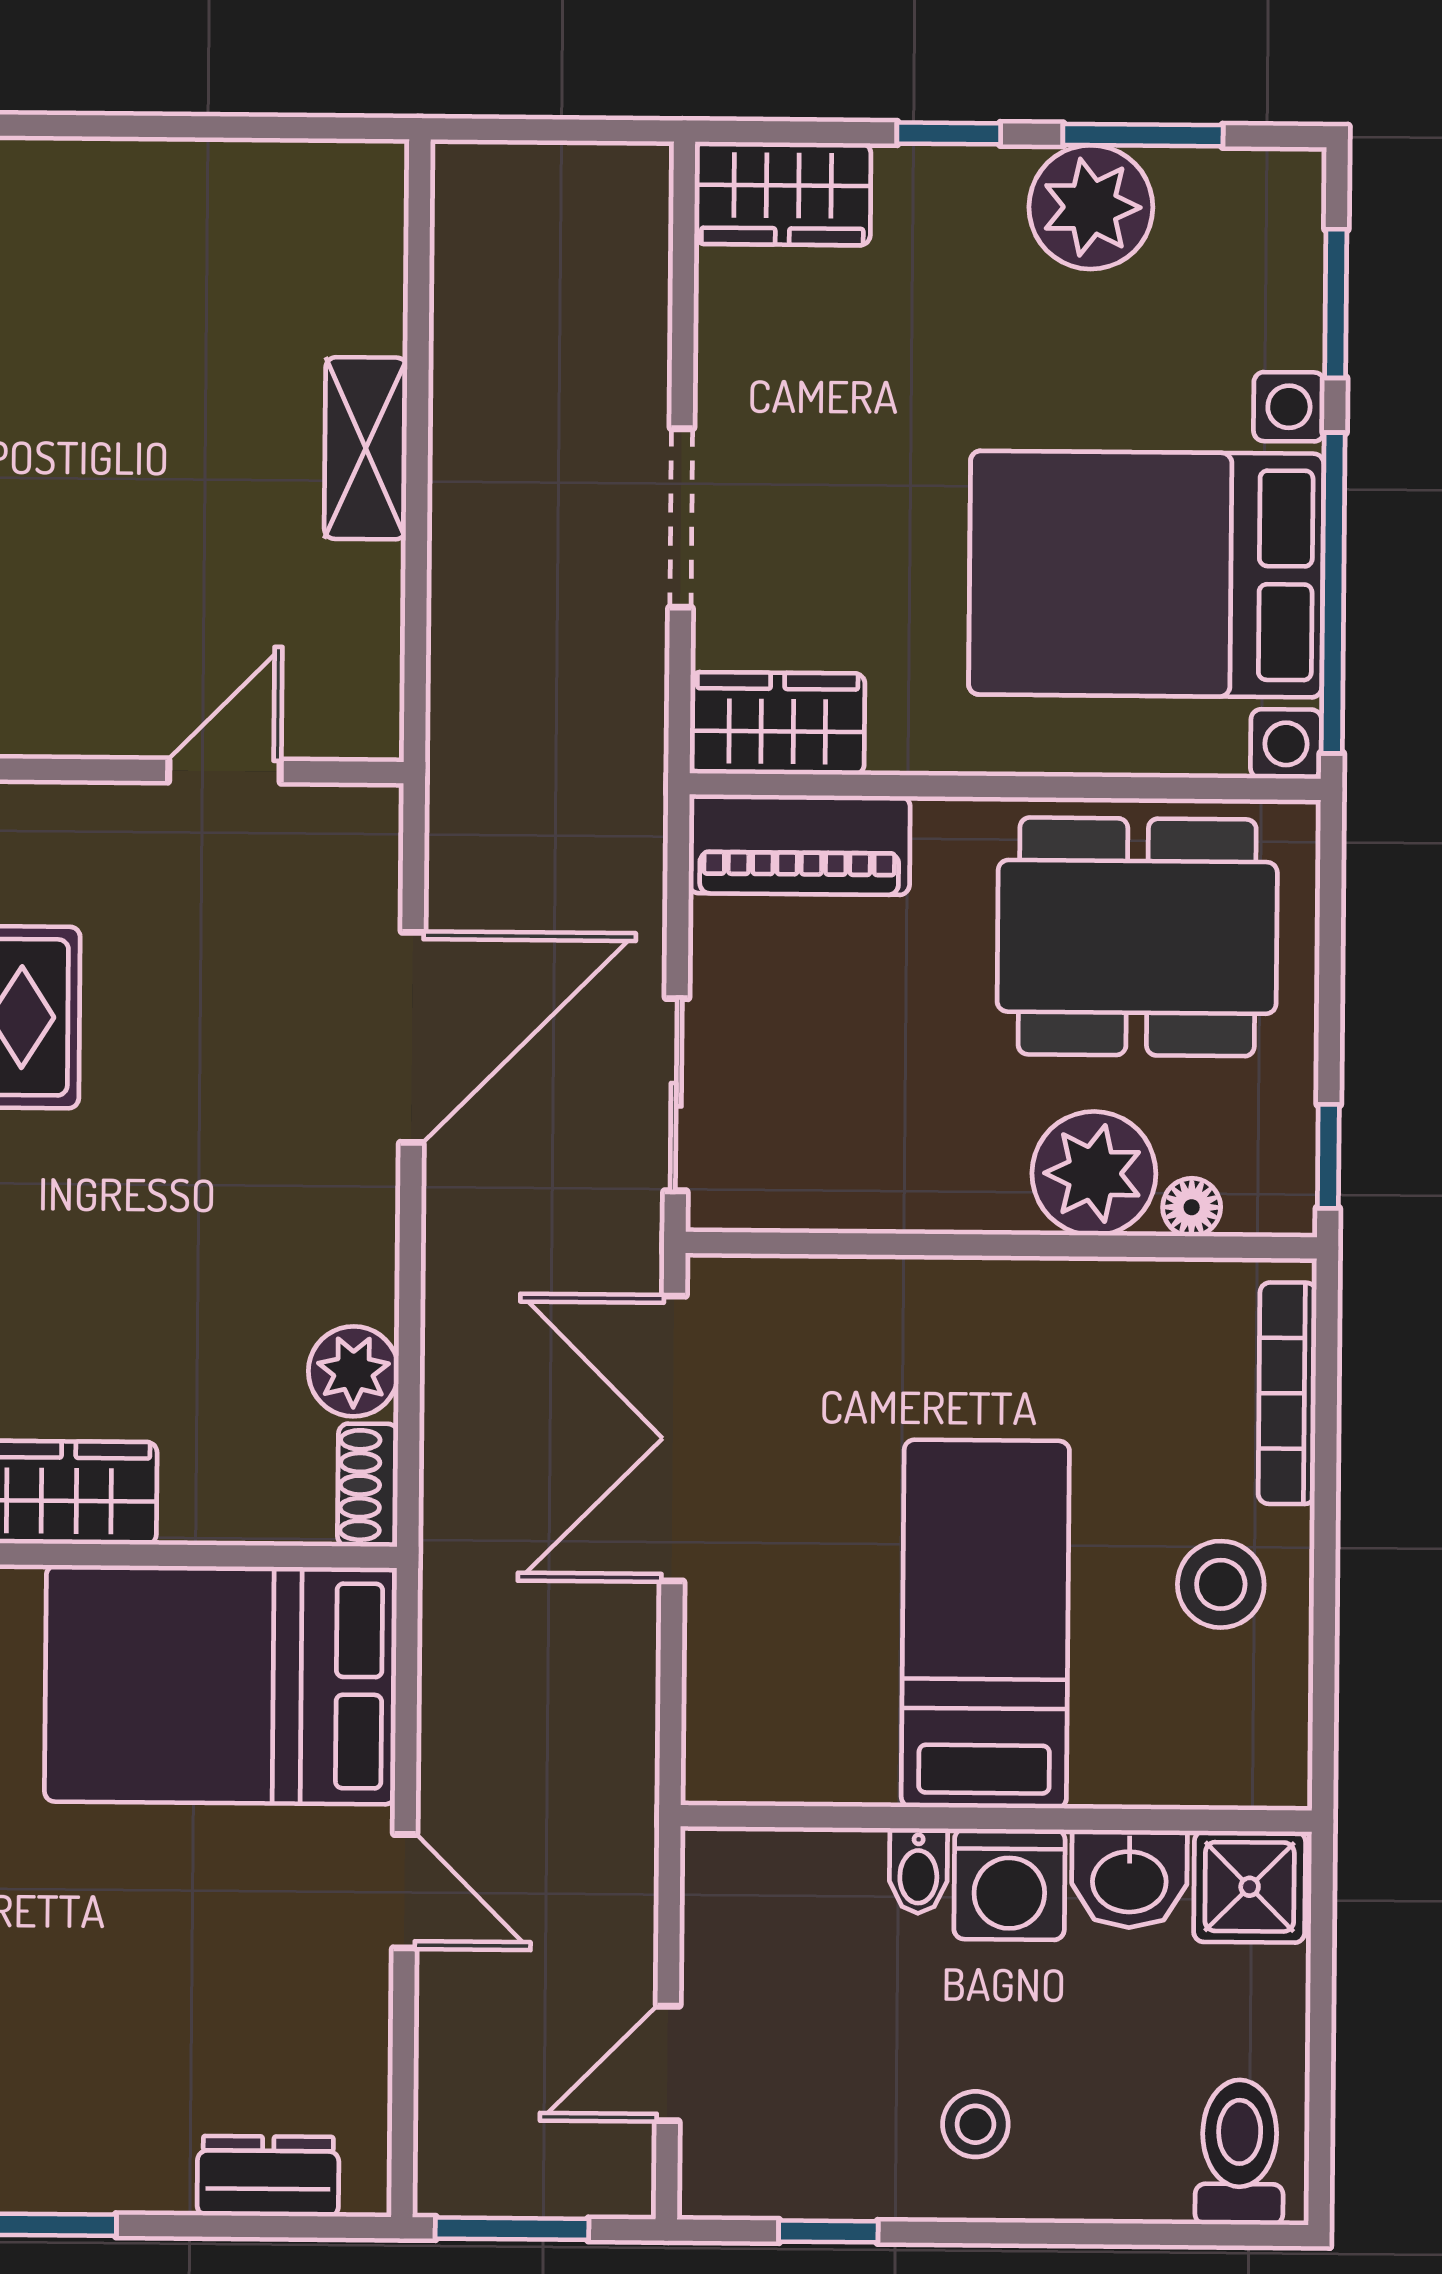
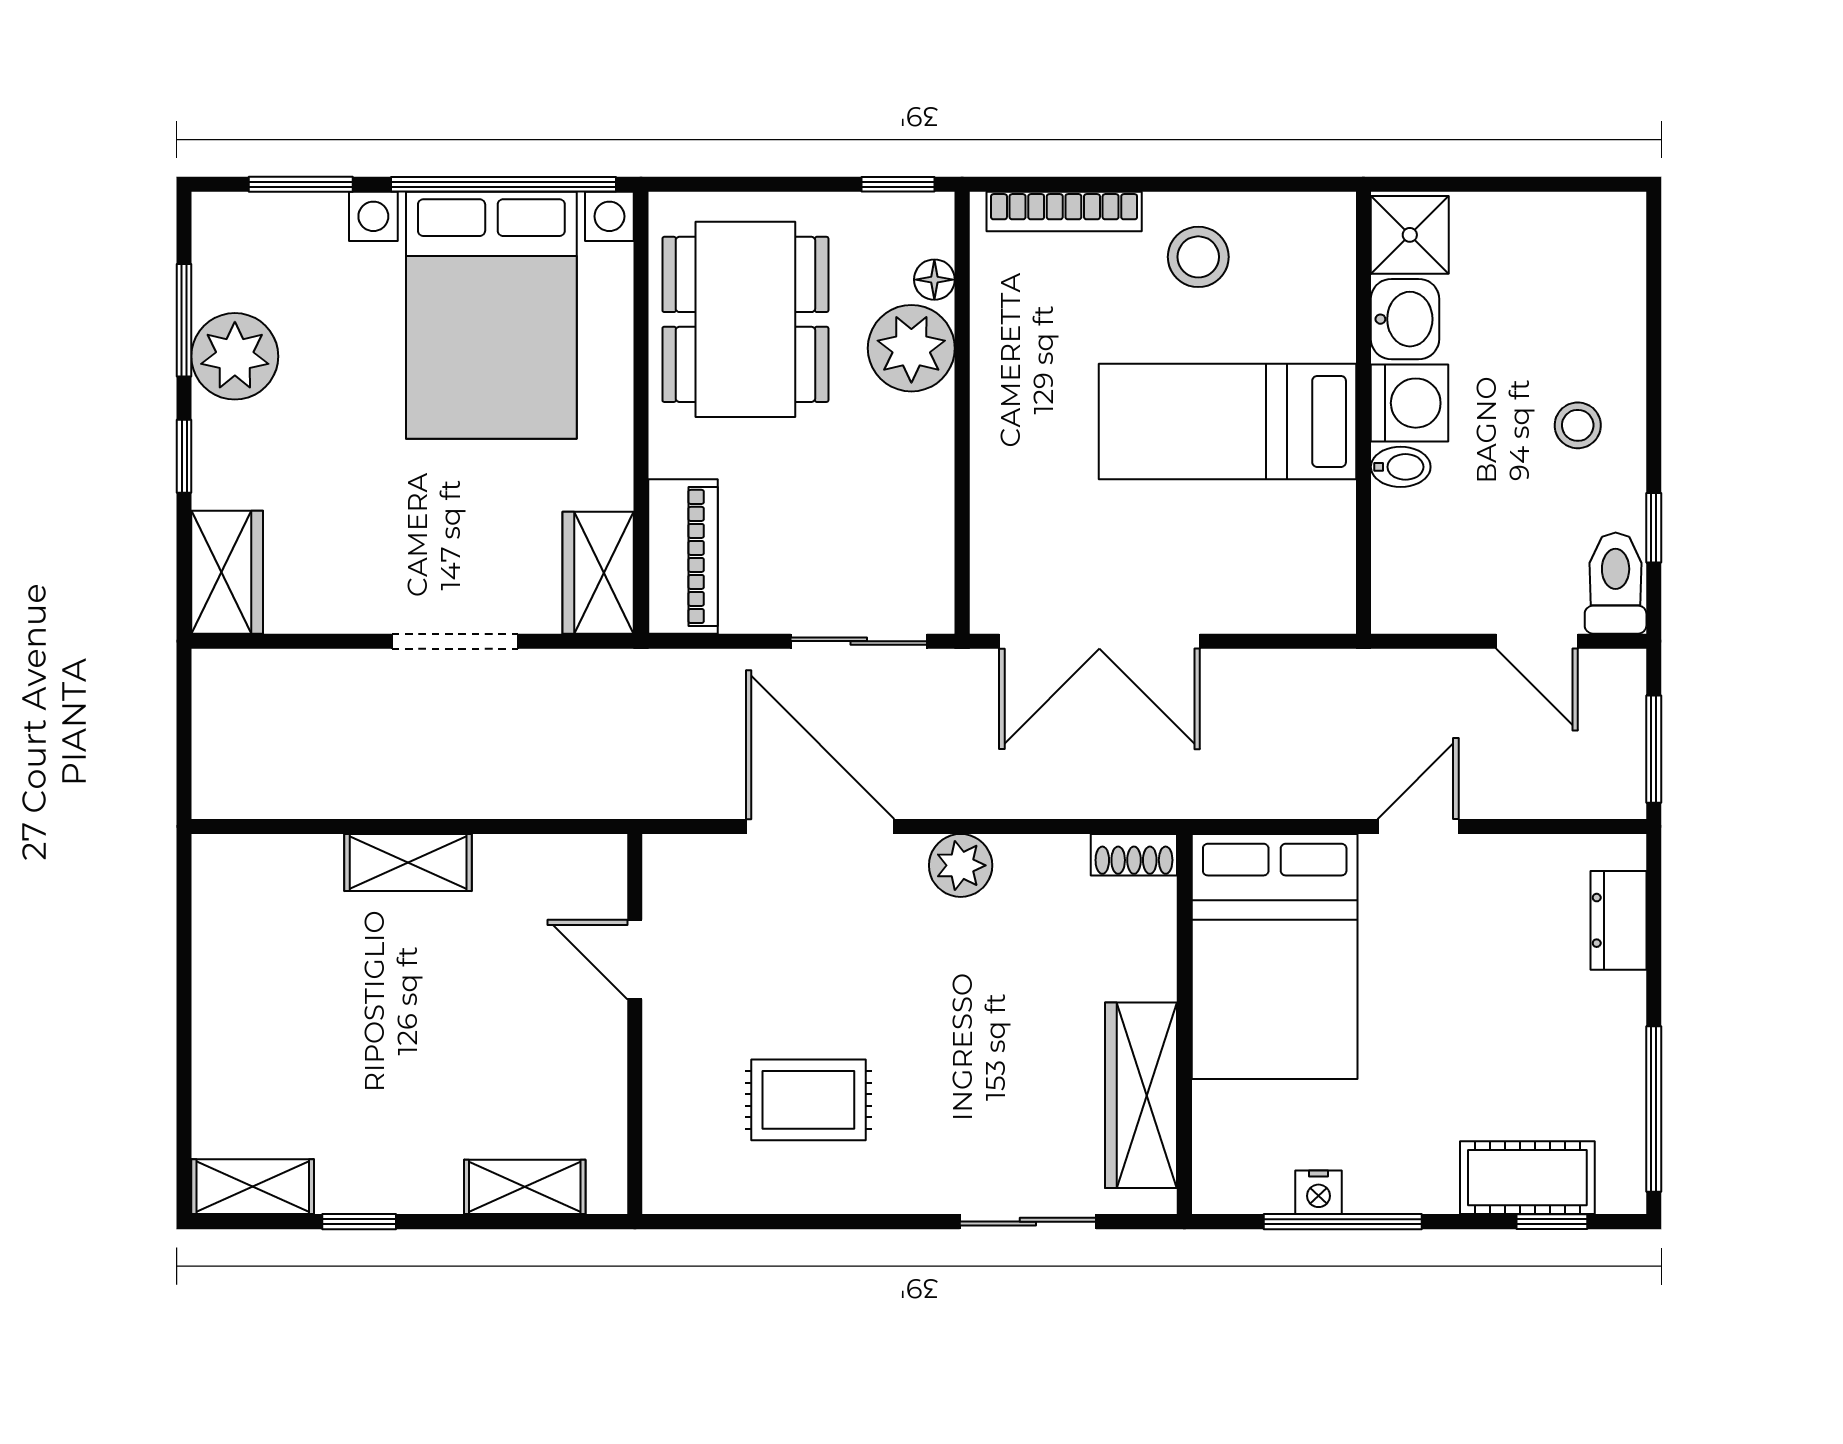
plant: (353, 1371) -> (961, 865), moved
toilet: (1239, 2152) -> (1616, 583), moved, turned 90

